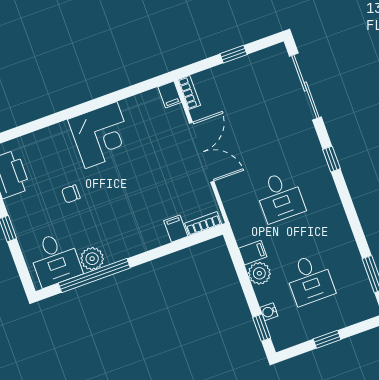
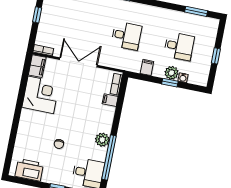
filing cabinet: (170, 95) -> (37, 66), width x2.00
corner desk: (101, 135) -> (41, 95), moved
plant: (92, 259) -> (102, 140), moved
plant: (259, 273) -> (172, 73), moved
window: (262, 328) -> (170, 83), moved

